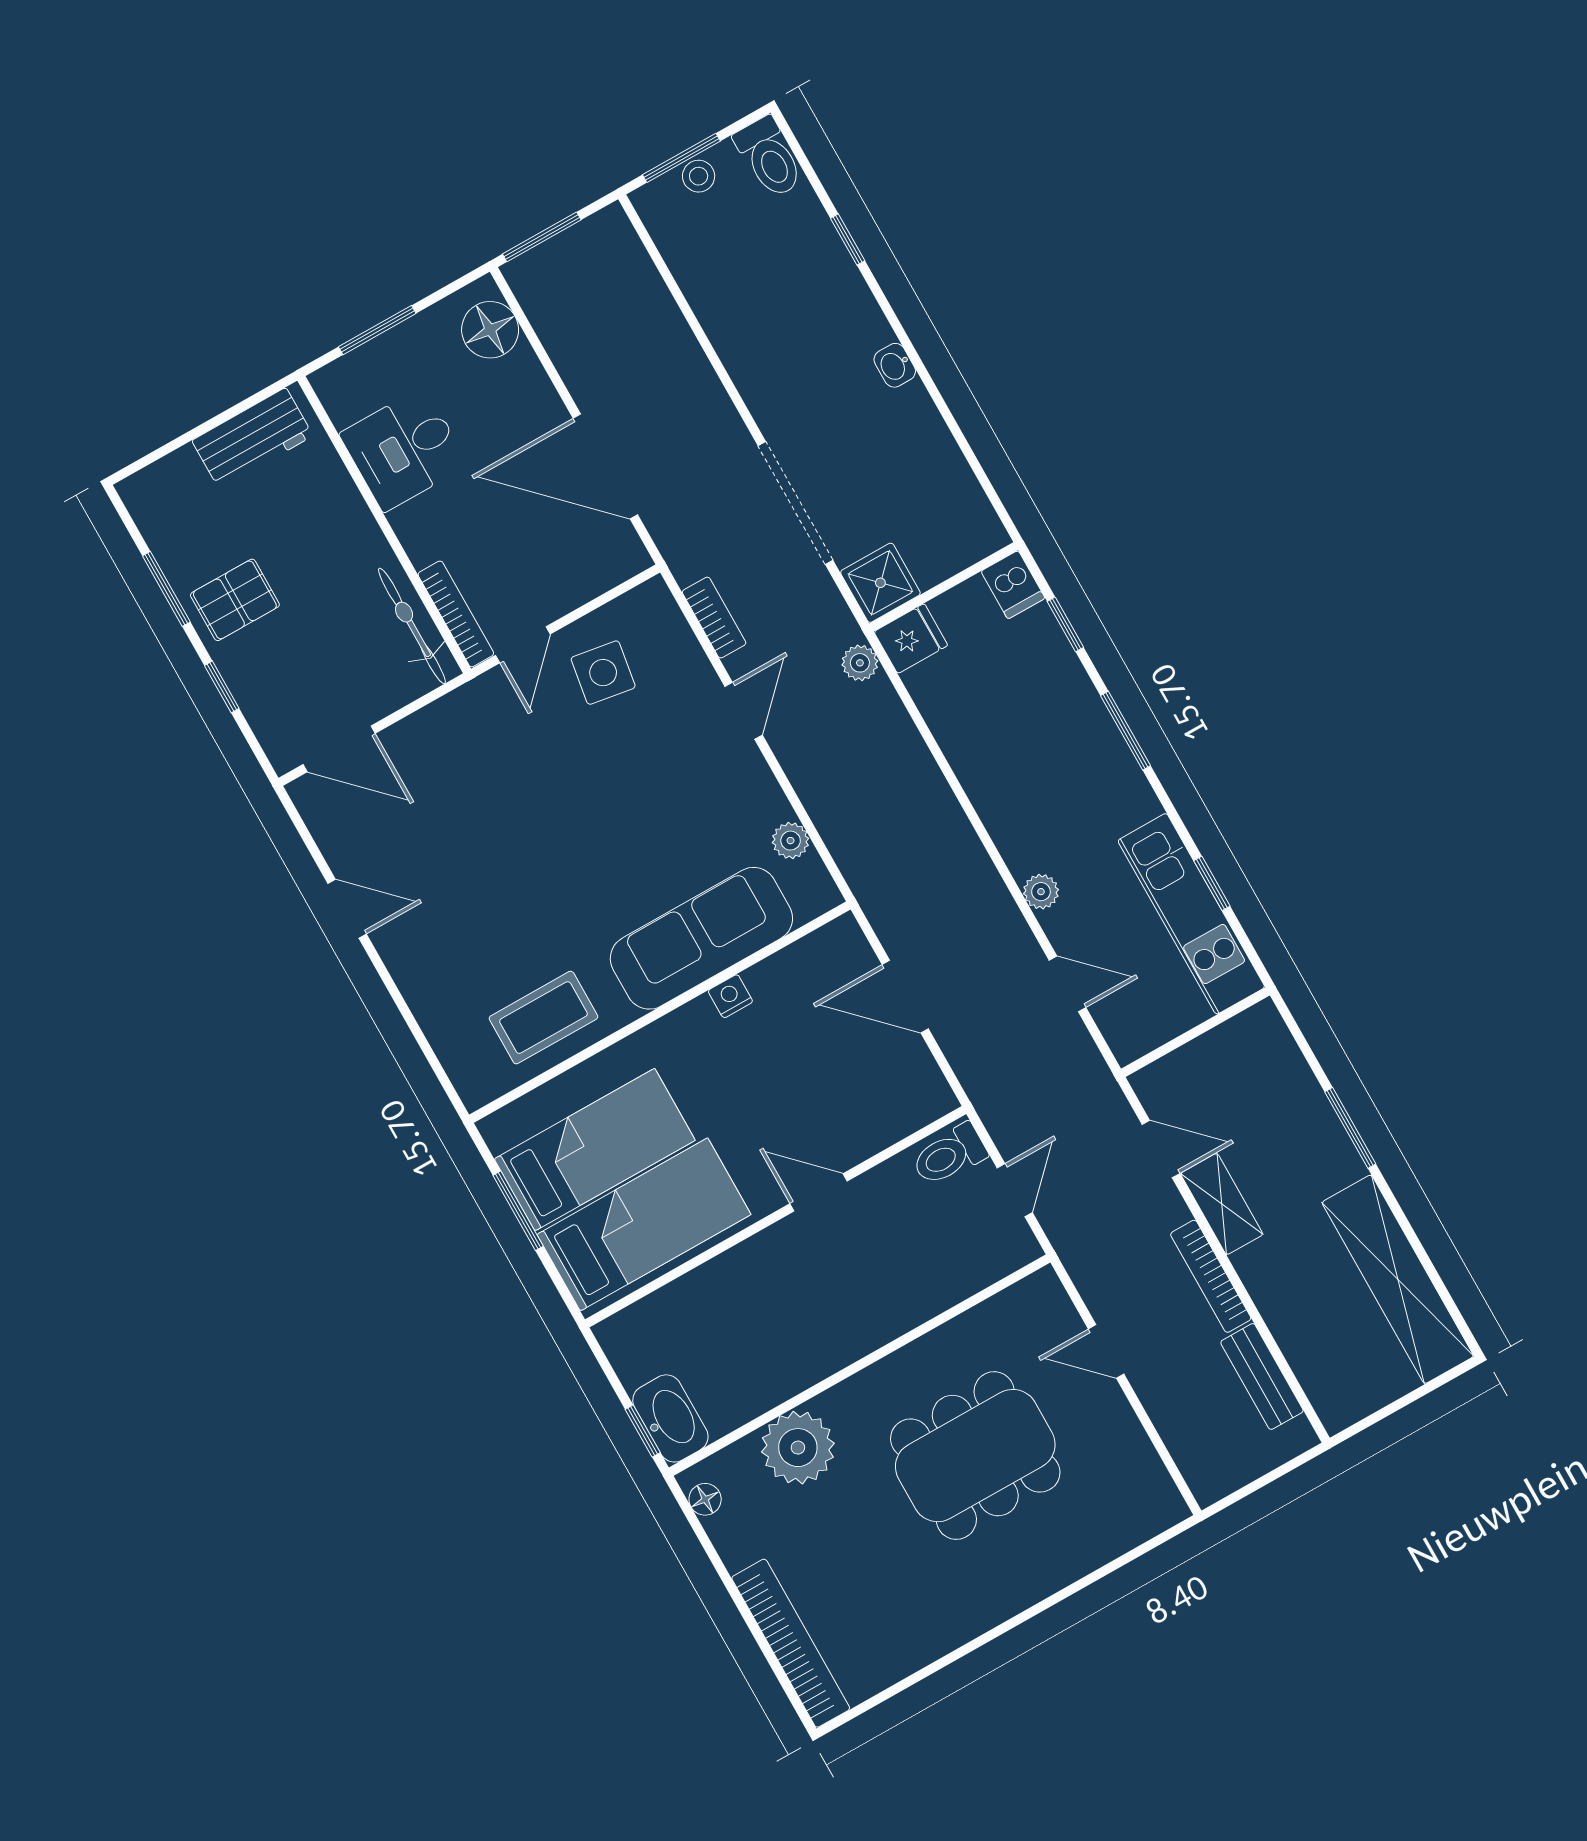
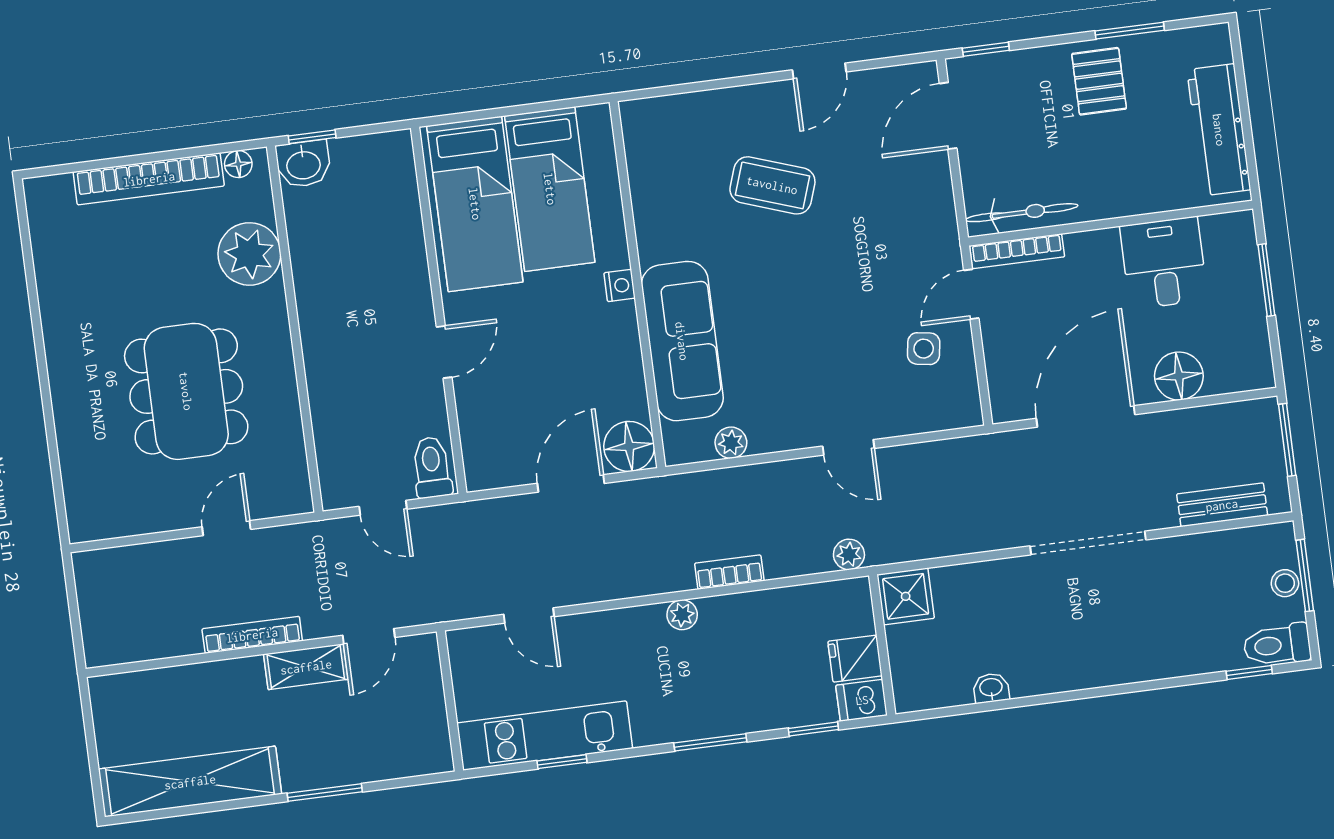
window: (848, 239) -> (1249, 672), moved
floor lamp: (490, 330) -> (1179, 376), moved
washbasin: (895, 365) -> (991, 688), moved
workbench: (252, 438) -> (1219, 130), width x1.38
doorway: (795, 503) -> (1088, 543), moved
bookcase: (714, 618) -> (729, 572), moved, turned 180
fridge: (911, 639) -> (855, 659), moved, turned 90
door: (523, 645) -> (971, 294), hinge flipped
side table: (603, 673) -> (924, 349), width x0.73, depth x0.73
window: (222, 687) -> (986, 49), moved
plant: (1041, 892) -> (682, 615), moved
floor lamp: (840, 950) -> (629, 446), added
door: (1068, 984) -> (529, 615), hinge flipped
nightstand: (730, 996) -> (620, 285), moved
coffee table: (543, 1018) -> (772, 185), moved, turned -71
window: (518, 1211) -> (526, 109), removed
bench: (1262, 1376) -> (1222, 505), moved
washbasin: (670, 1418) -> (303, 164), width x0.72
bookcase: (791, 1643) -> (149, 179), moved

